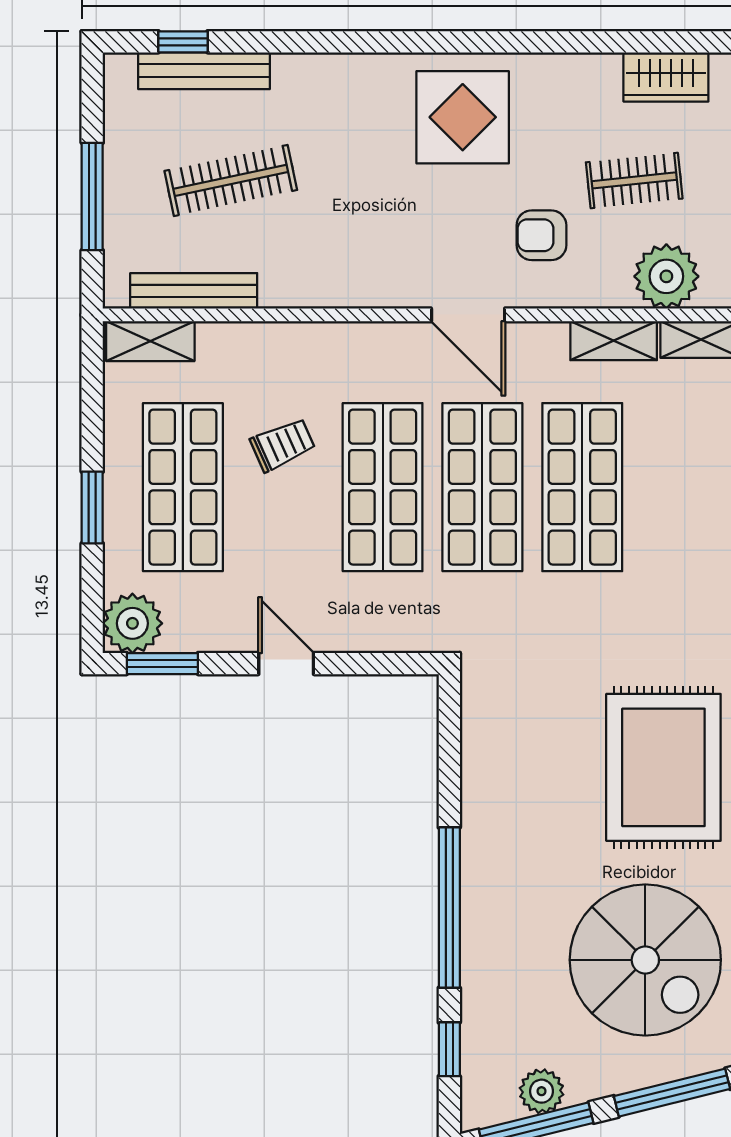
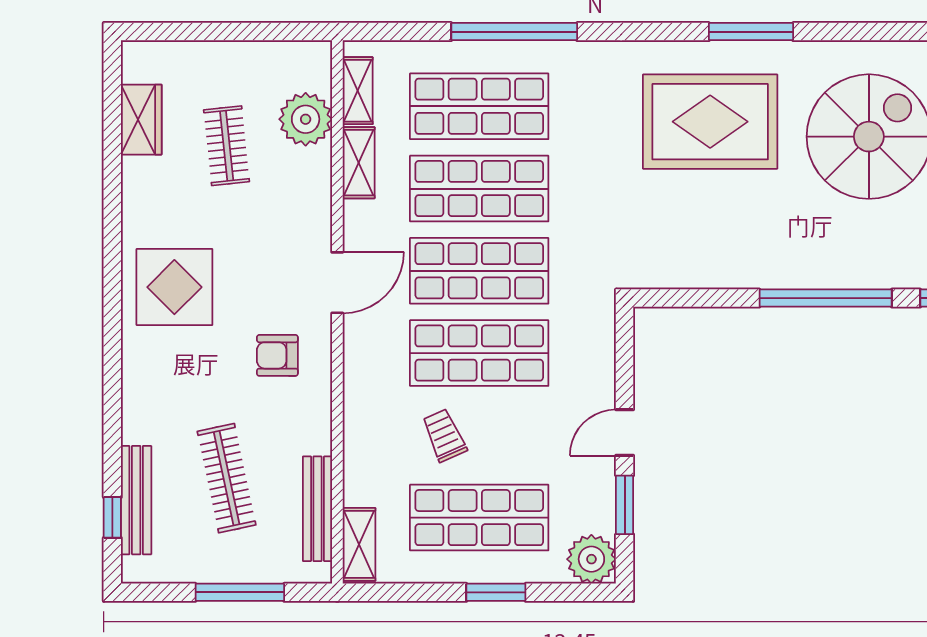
armchair: (541, 235) -> (277, 355), moved, turned 90
shop shelf: (682, 487) -> (479, 106), added
window: (162, 664) -> (625, 505), moved

